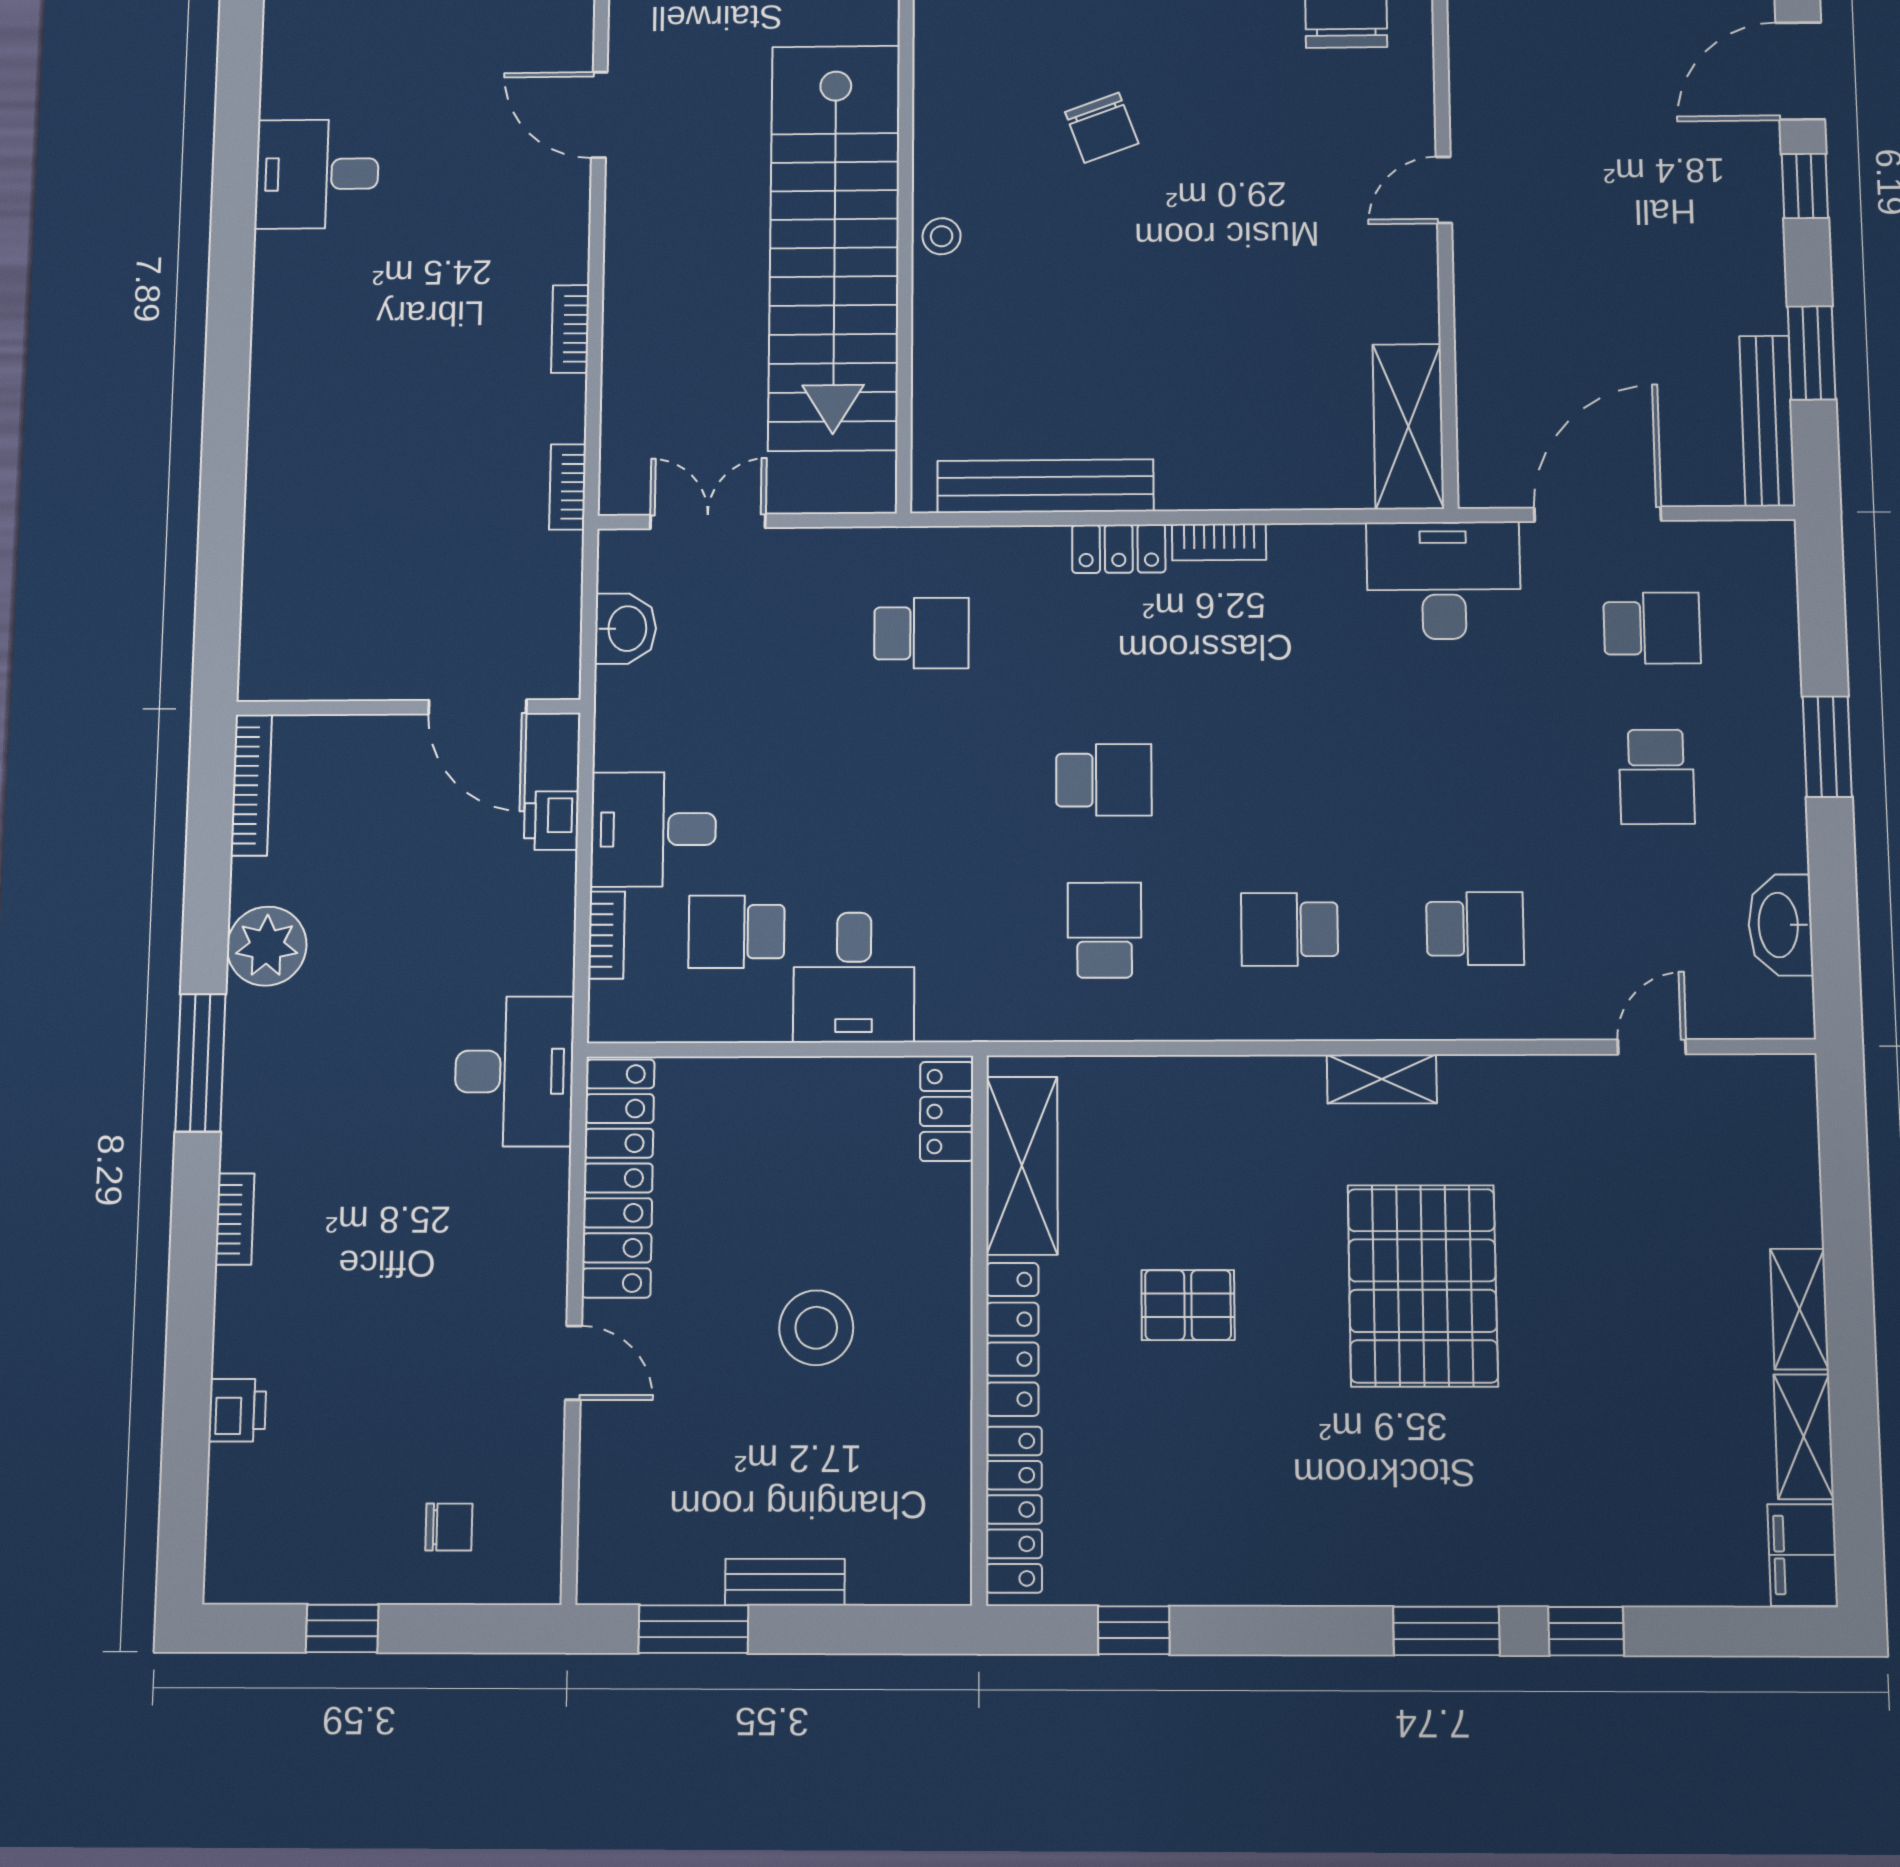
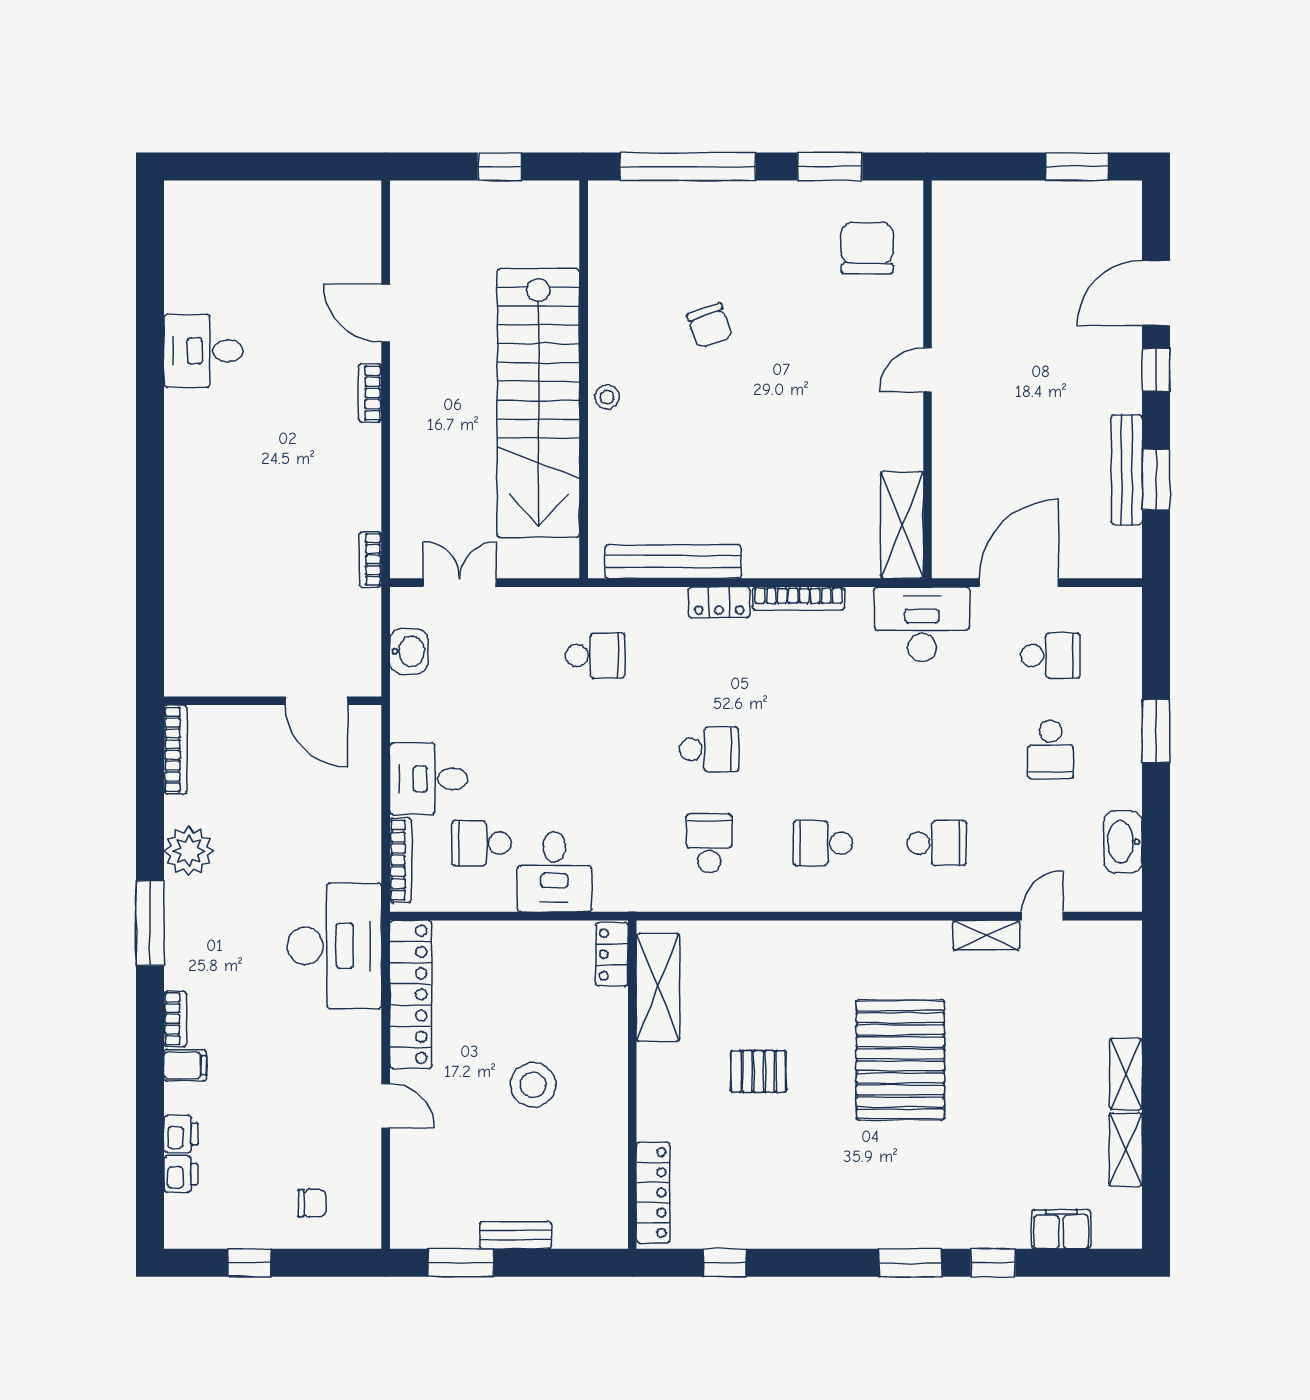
bookcase: (570, 329) -> (370, 393), moved
bench: (1767, 421) -> (1127, 470), moved
bookcase: (1219, 542) -> (799, 599), width x1.56
printer: (551, 821) -> (181, 1174), moved, turned 180
bookcase: (607, 935) -> (401, 860), width x1.56
desk: (514, 1071) -> (334, 946), width x1.36, depth x1.30
shelving: (1382, 1079) -> (986, 935), moved
filing cabinet: (248, 1296) -> (185, 1065), added
locker: (1012, 1339) -> (652, 1092), removed
filing cabinet: (1803, 1555) -> (1061, 1229), moved, turned 90

